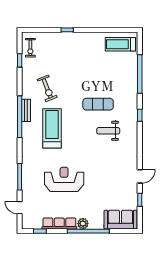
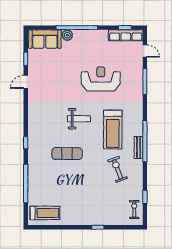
weight bench: (108, 131) -> (79, 119), moved
reception desk: (64, 179) -> (101, 79), turned 180
row of seats: (59, 223) -> (126, 35), moved
plant: (83, 224) -> (67, 35), moved

